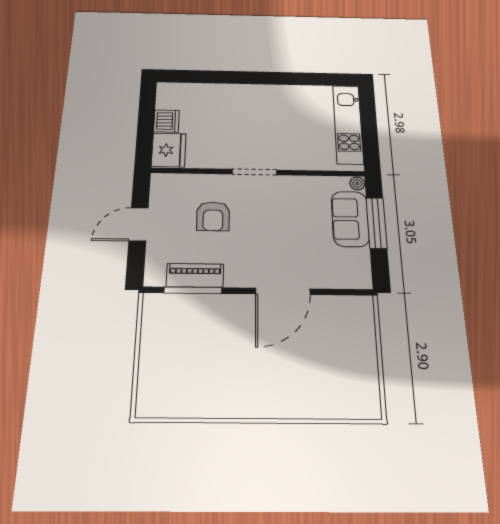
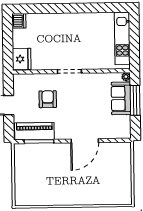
dishwasher: (166, 121) -> (19, 21), moved
armchair: (213, 216) -> (48, 99), turned 180
piano: (195, 275) -> (34, 131), width x1.37, depth x1.33

